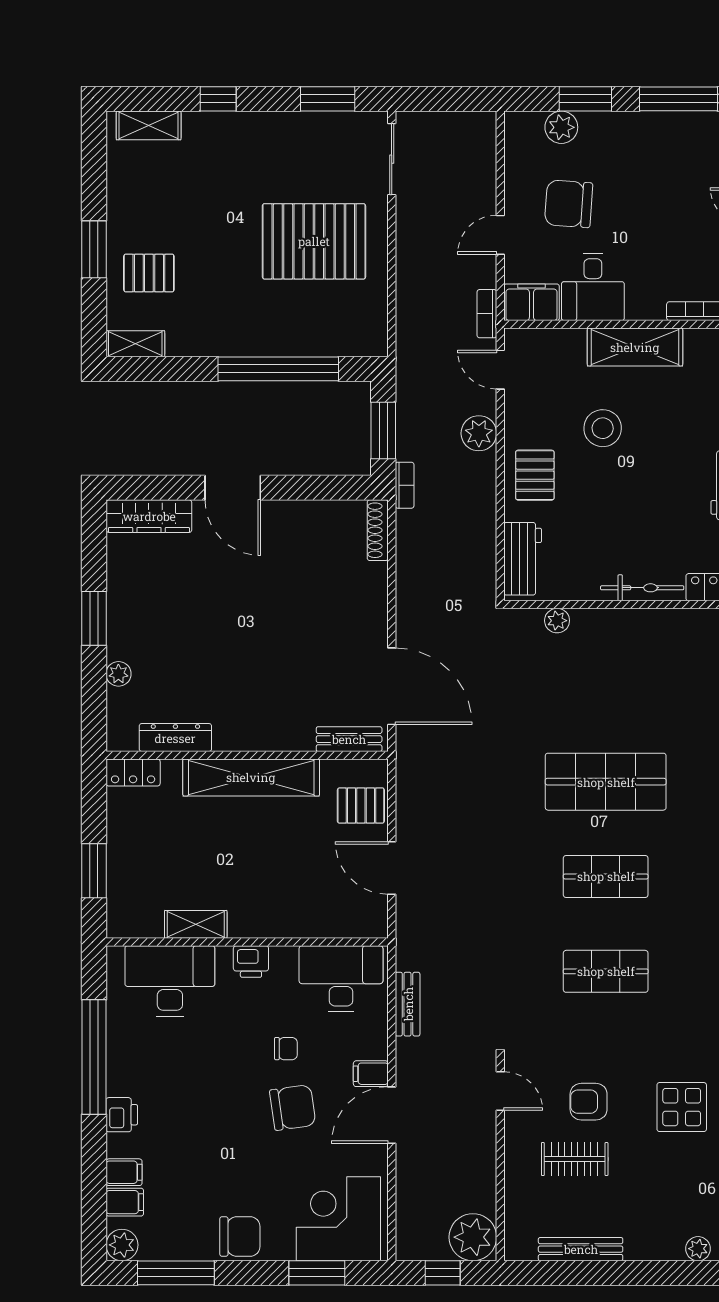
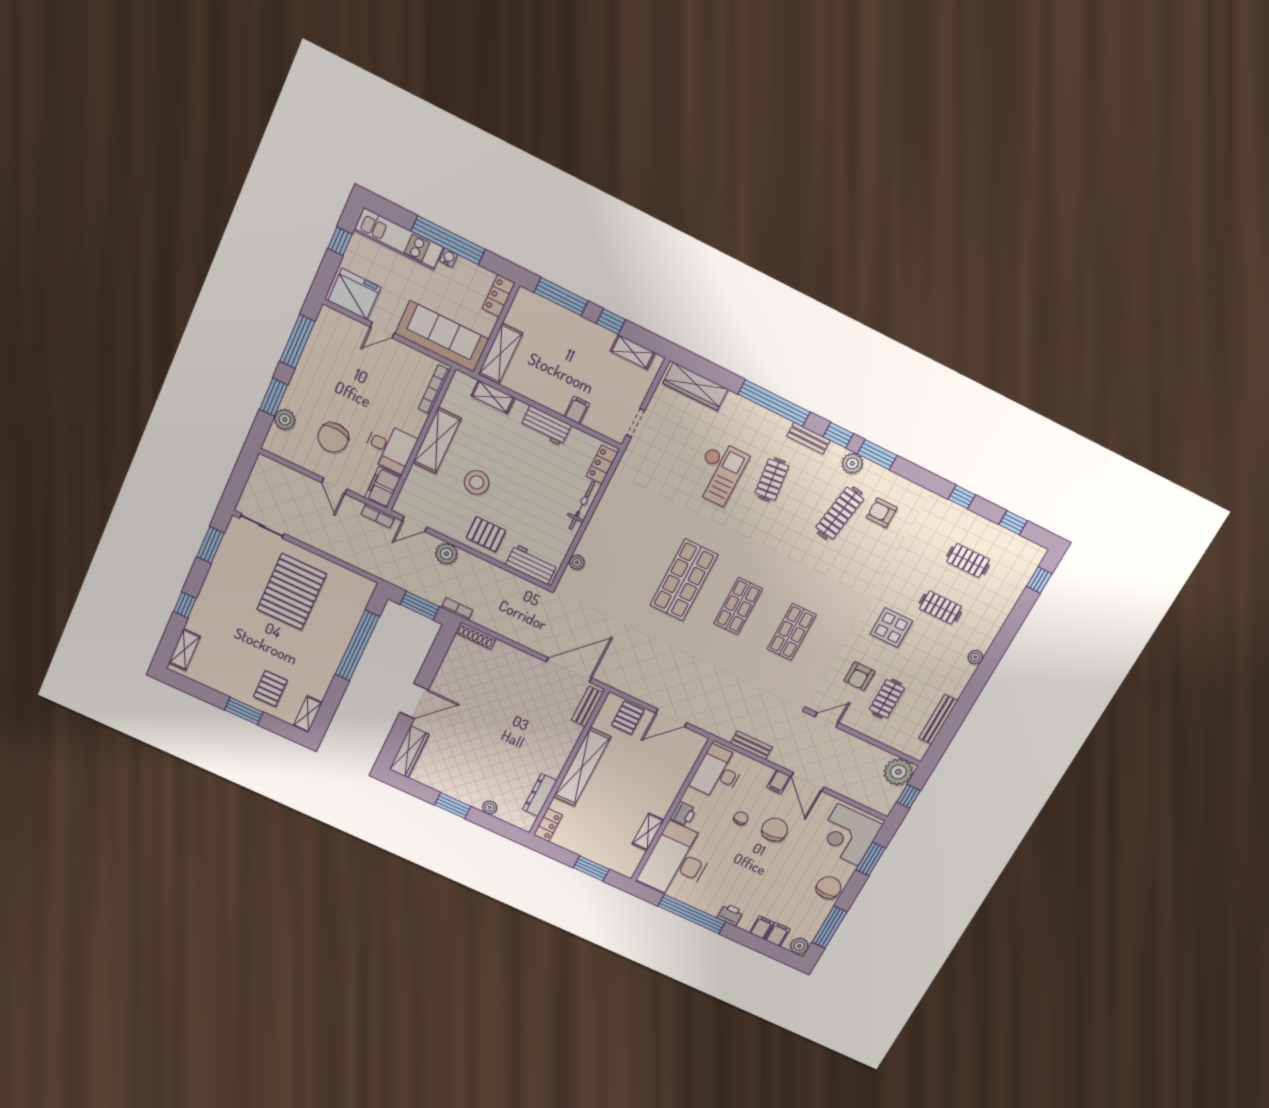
desk: (170, 981) -> (677, 861), width x1.36, depth x1.30

